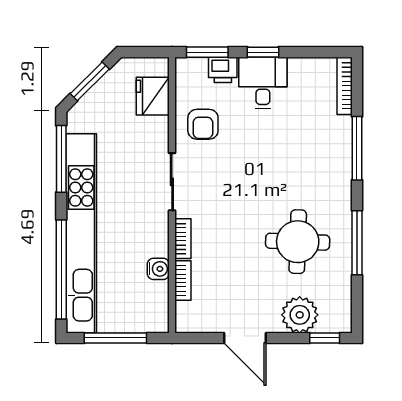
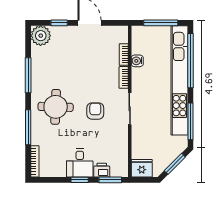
fridge: (153, 96) -> (142, 168), moved, turned -90
armchair: (203, 124) -> (95, 111), moved
round table: (298, 242) -> (56, 107), moved
plant: (300, 315) -> (41, 36), moved
window: (325, 338) -> (59, 23), moved

